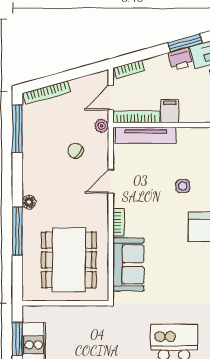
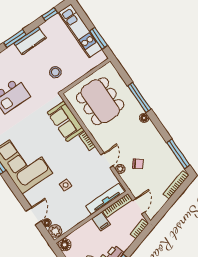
plant: (102, 126) -> (120, 169), moved
stool: (99, 334) -> (55, 72), added

